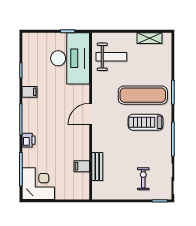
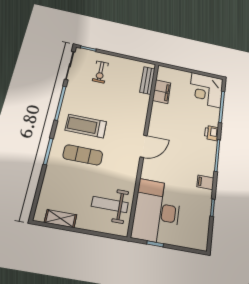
exercise mat: (143, 95) -> (83, 155), width x0.73, depth x0.69
treadmill: (146, 122) -> (86, 126), turned 180
filing cabinet: (82, 166) -> (162, 92), width x2.00
bench: (97, 167) -> (147, 80), moved

